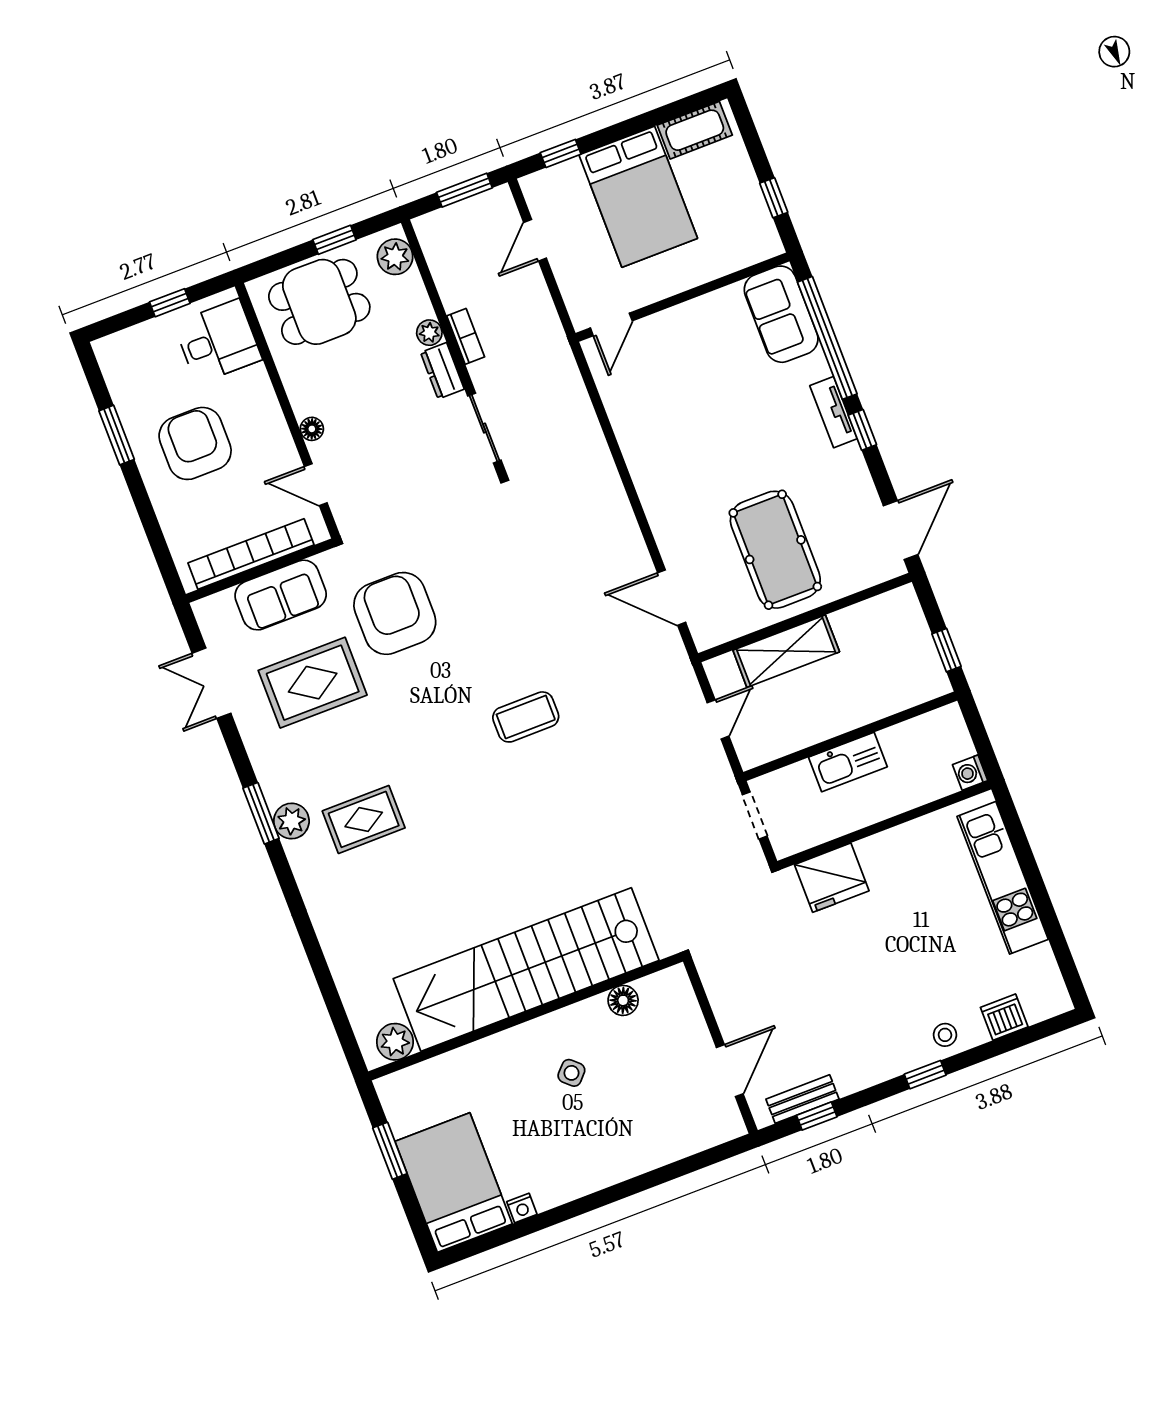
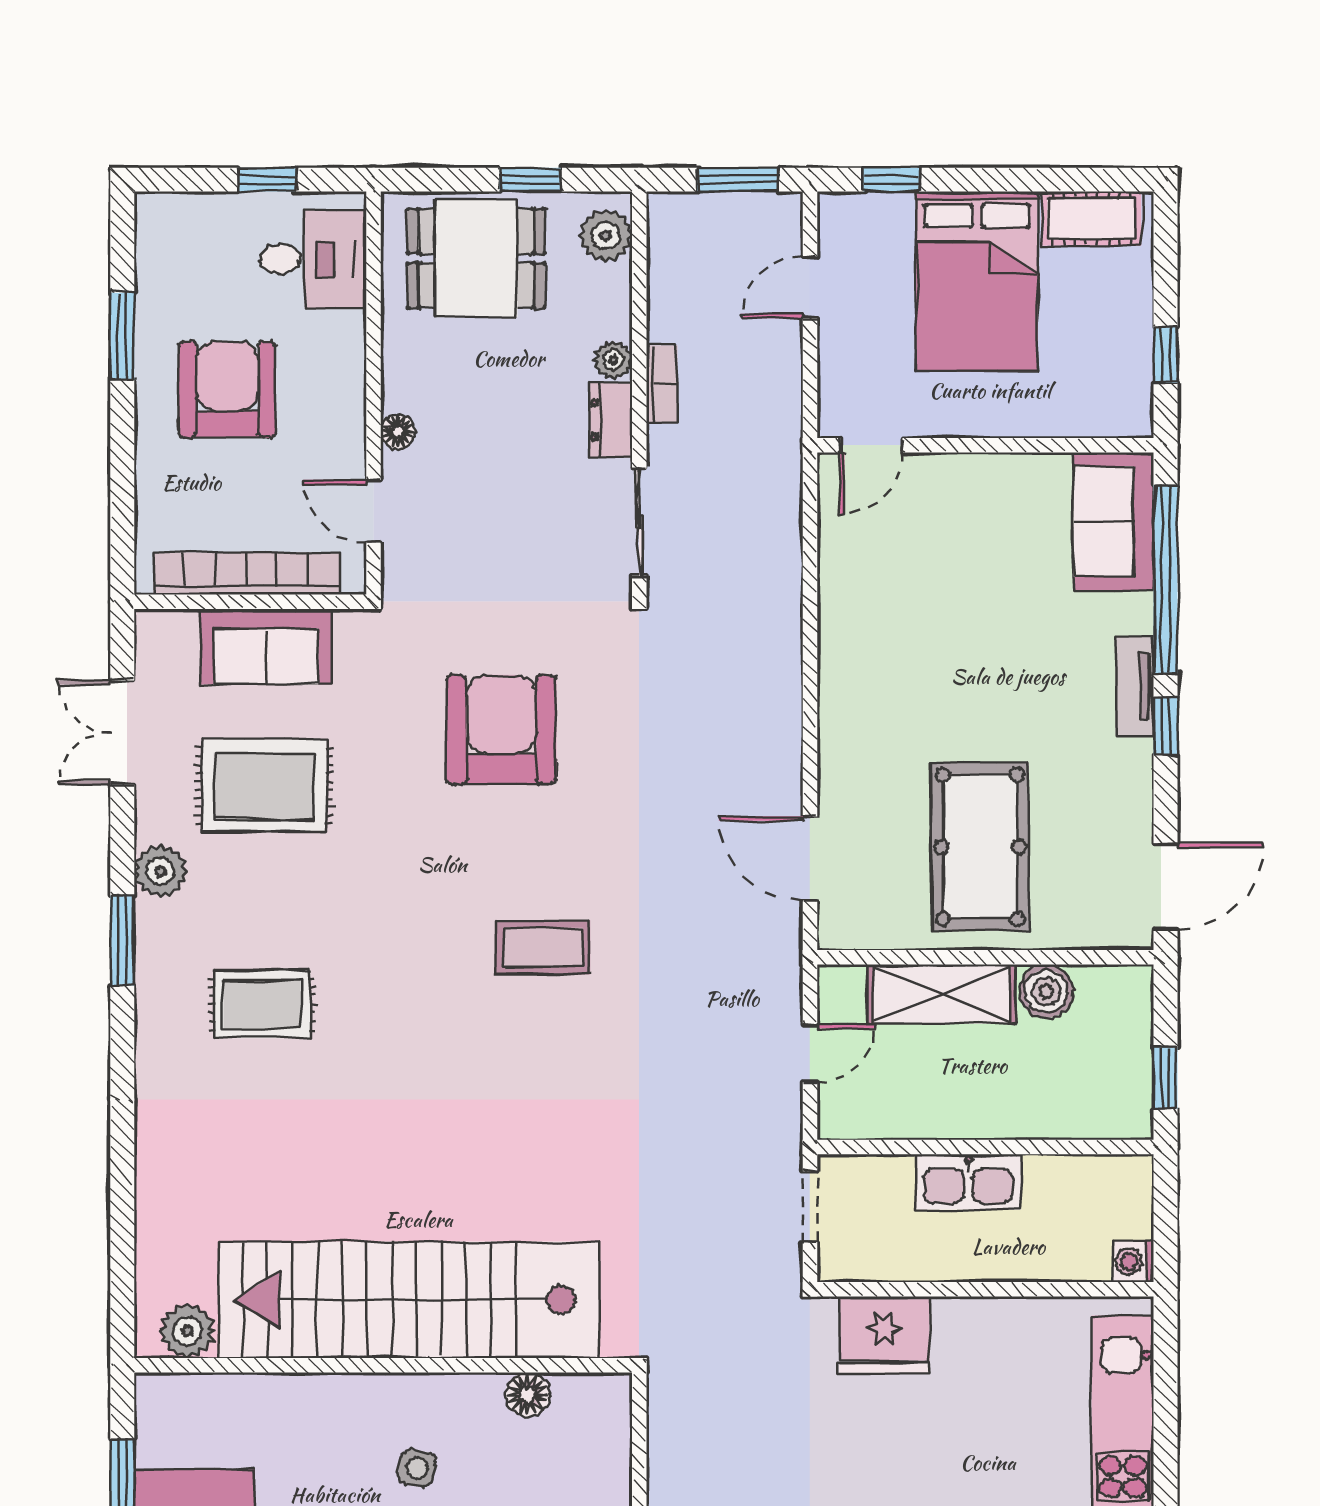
armchair: (395, 613) -> (501, 729), moved
boiler: (851, 624) -> (1046, 991), added
plant: (291, 821) -> (161, 871), moved
side table: (571, 1073) -> (417, 1468), turned -32

